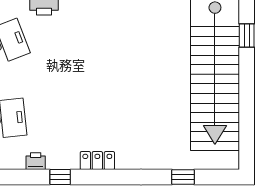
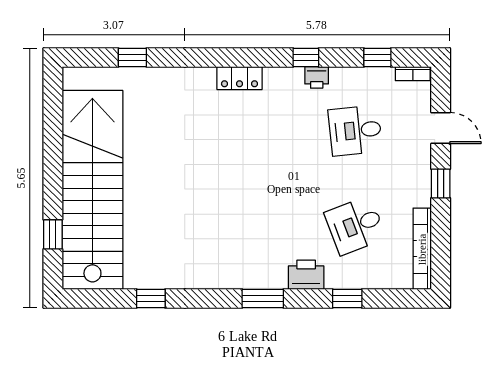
window: (60, 177) -> (306, 58), moved

